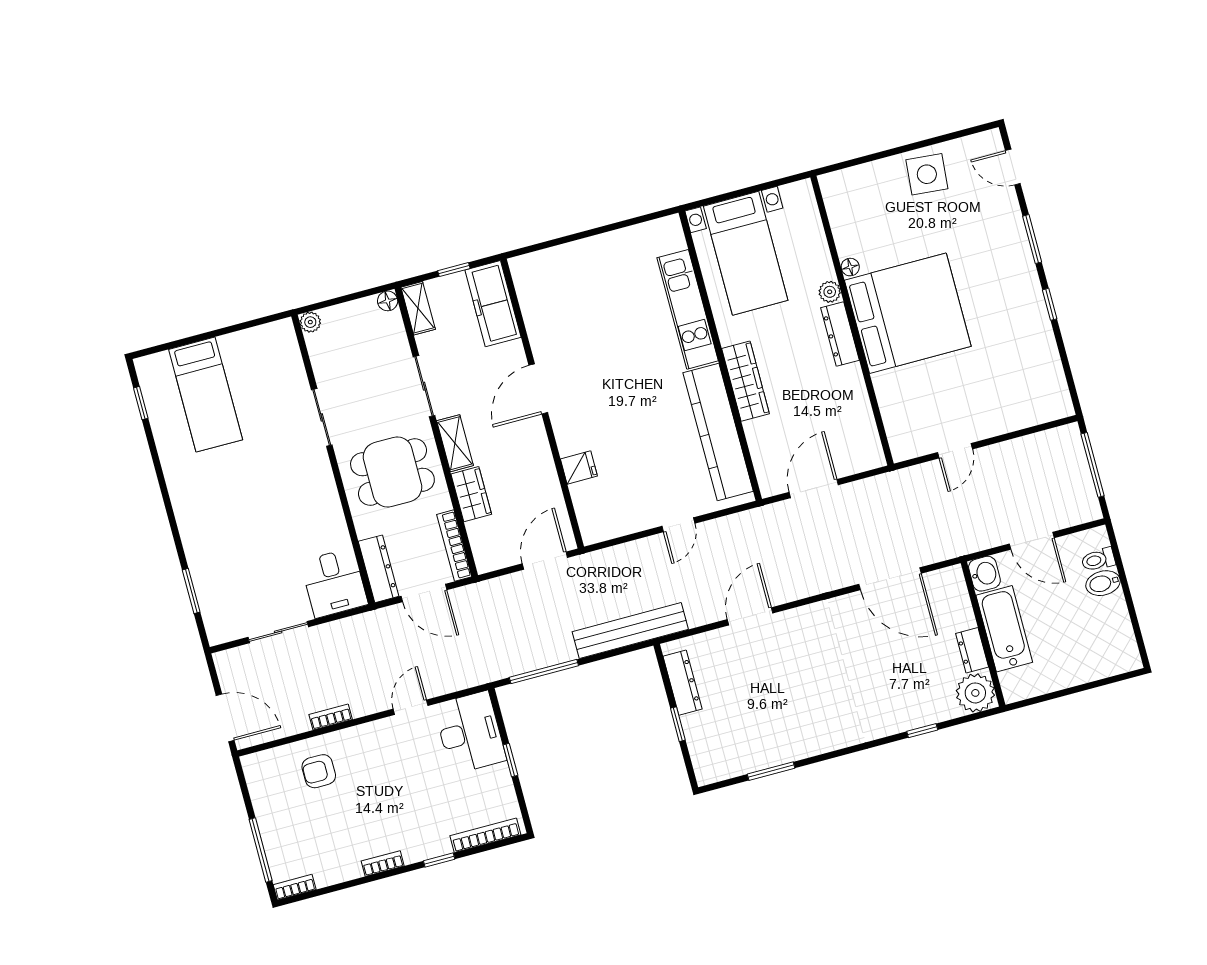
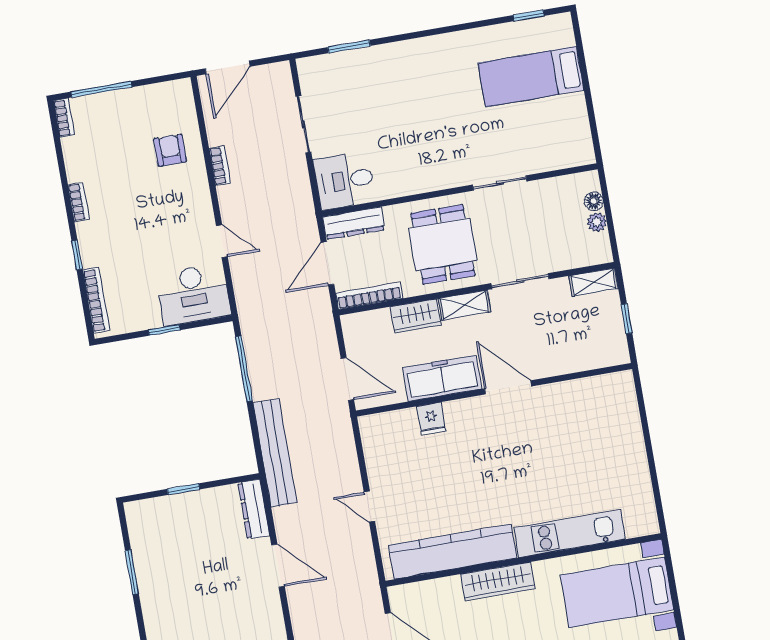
floor lamp: (388, 301) -> (594, 201), moved
freezer: (493, 304) -> (442, 378), moved
plant: (310, 322) -> (597, 222), moved
dresser: (682, 683) -> (254, 509), moved, turned 90

